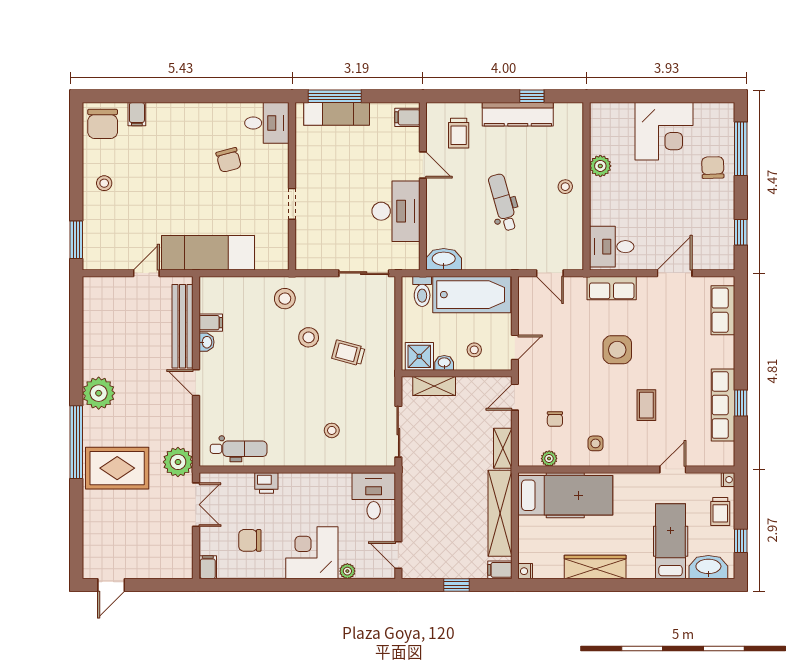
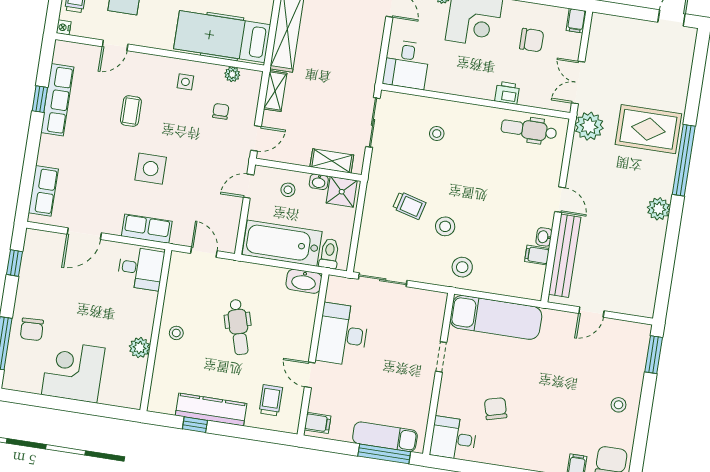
exam couch: (208, 253) -> (496, 317), moved
plant: (99, 393) -> (659, 209), width x0.73, depth x0.73

